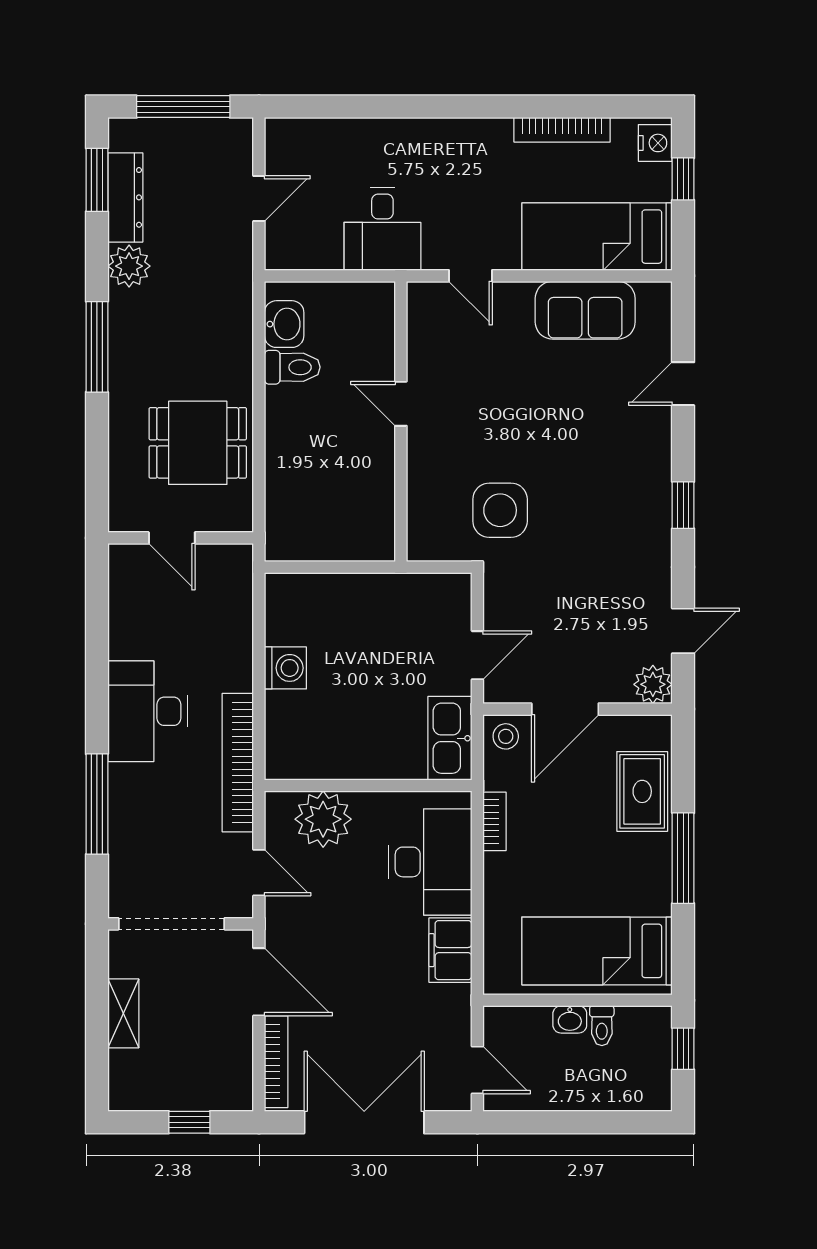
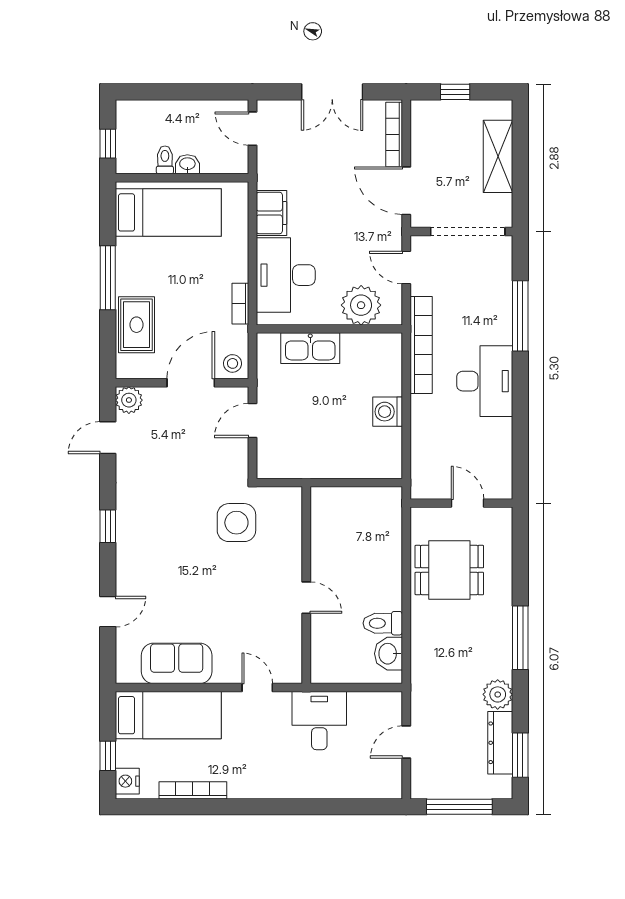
kitchen sink: (450, 738) -> (310, 348), moved, turned 90
shelving: (123, 1013) -> (498, 156), width x1.50, depth x1.33
double door: (364, 1122) -> (332, 92), width x0.73

